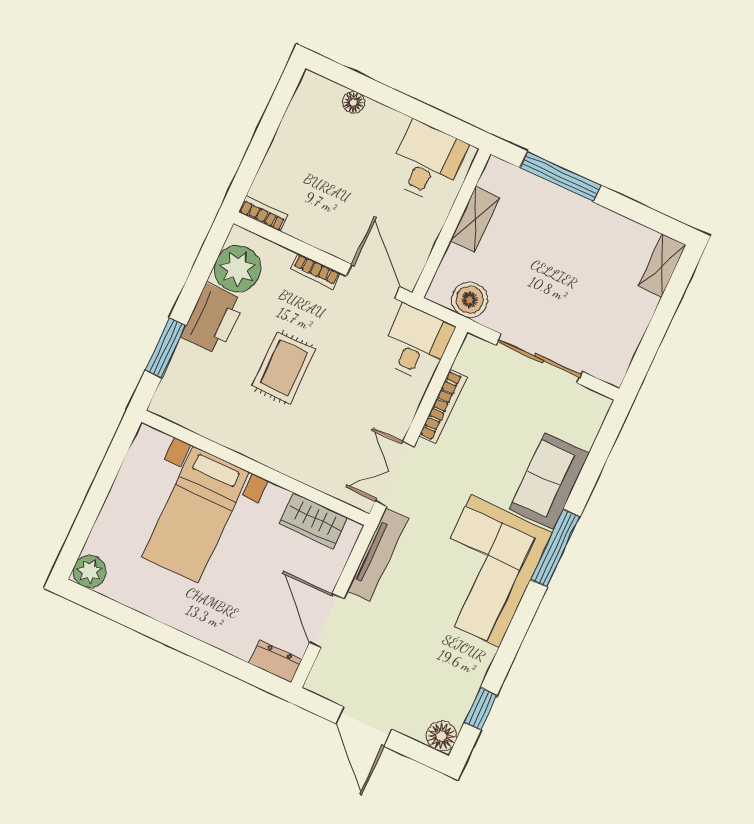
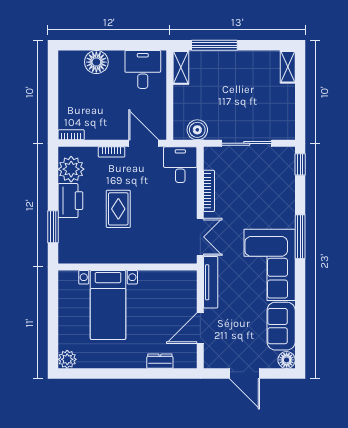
floor lamp: (353, 102) -> (96, 62), width x1.89, depth x1.89
shelving: (475, 219) -> (181, 67), moved
double door: (395, 474) -> (200, 237), swing flipped
sofa: (549, 481) -> (281, 326), moved
wardrobe: (314, 521) -> (170, 280), removed
door: (327, 621) -> (200, 328), hinge flipped
dresser: (276, 661) -> (160, 361), moved
window: (480, 709) -> (300, 164), moved

